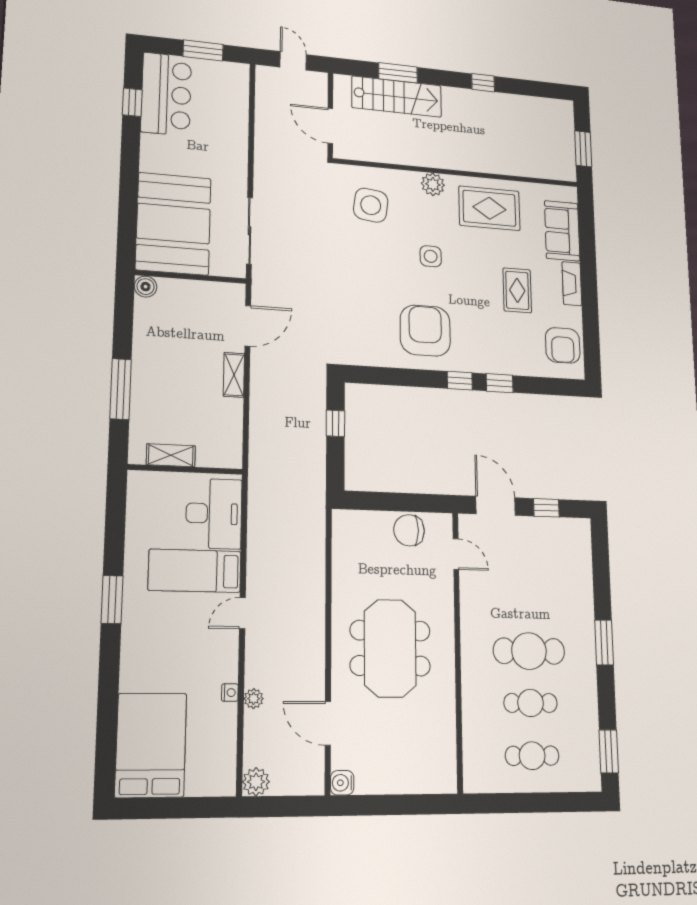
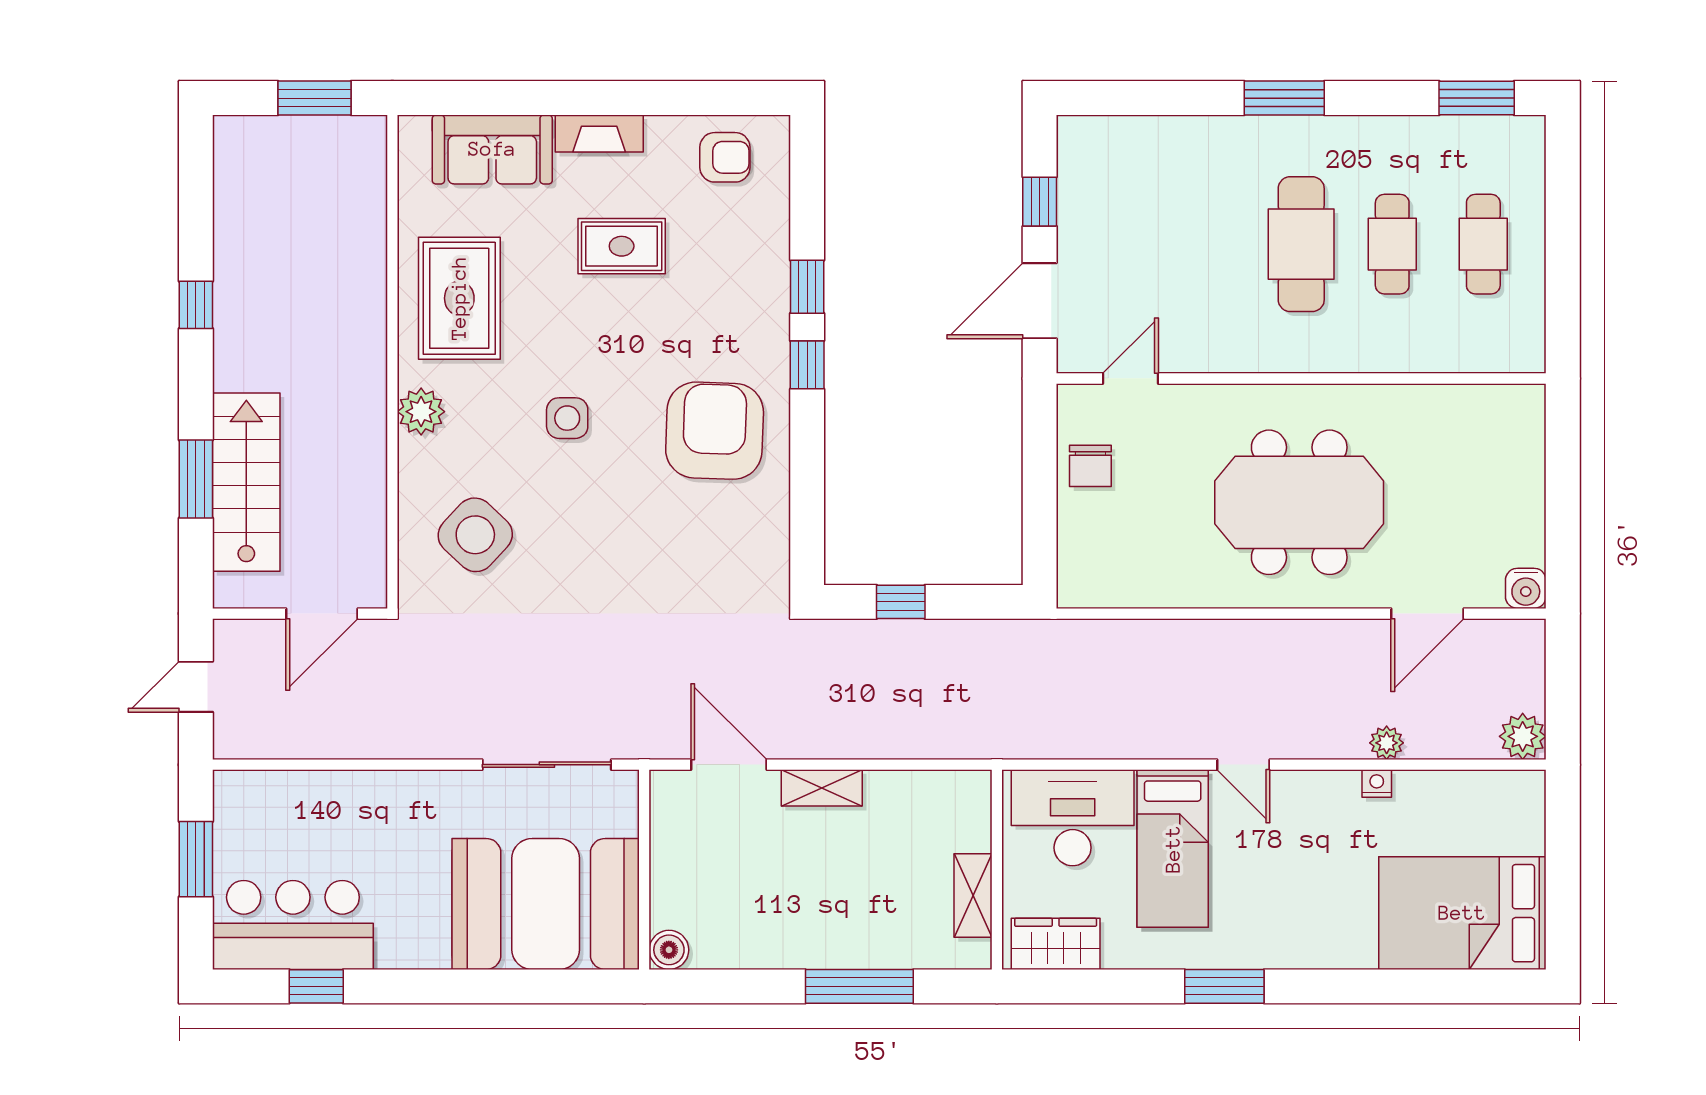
side table: (371, 205) -> (475, 535), turned 36
armchair: (425, 331) -> (715, 431), turned 92
armchair: (563, 345) -> (725, 157), width x0.72, depth x0.72
wardrobe: (141, 501) -> (1056, 944), added
chair: (409, 530) -> (1090, 466), width x0.73, depth x0.73

